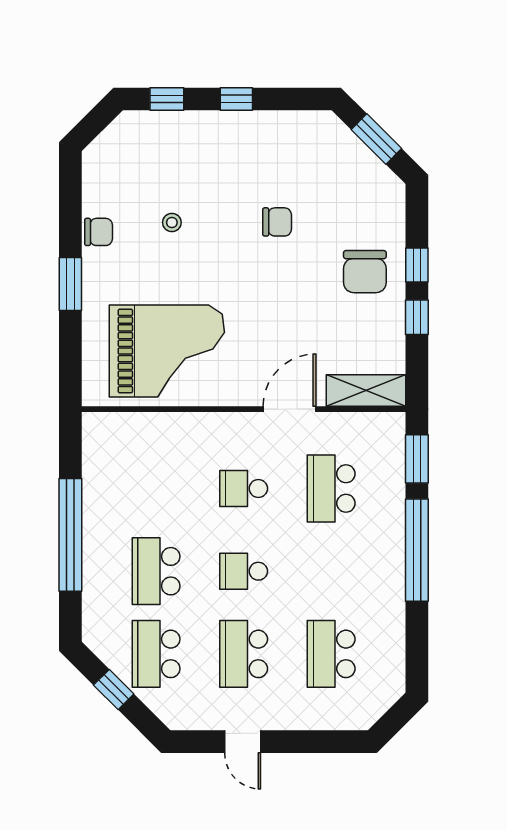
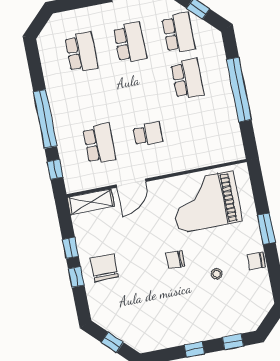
window: (376, 139) -> (112, 342), width x0.67
chair: (277, 222) -> (175, 260), moved
window: (417, 459) -> (55, 169), width x0.67
school desk: (244, 571) -> (139, 88), removed

